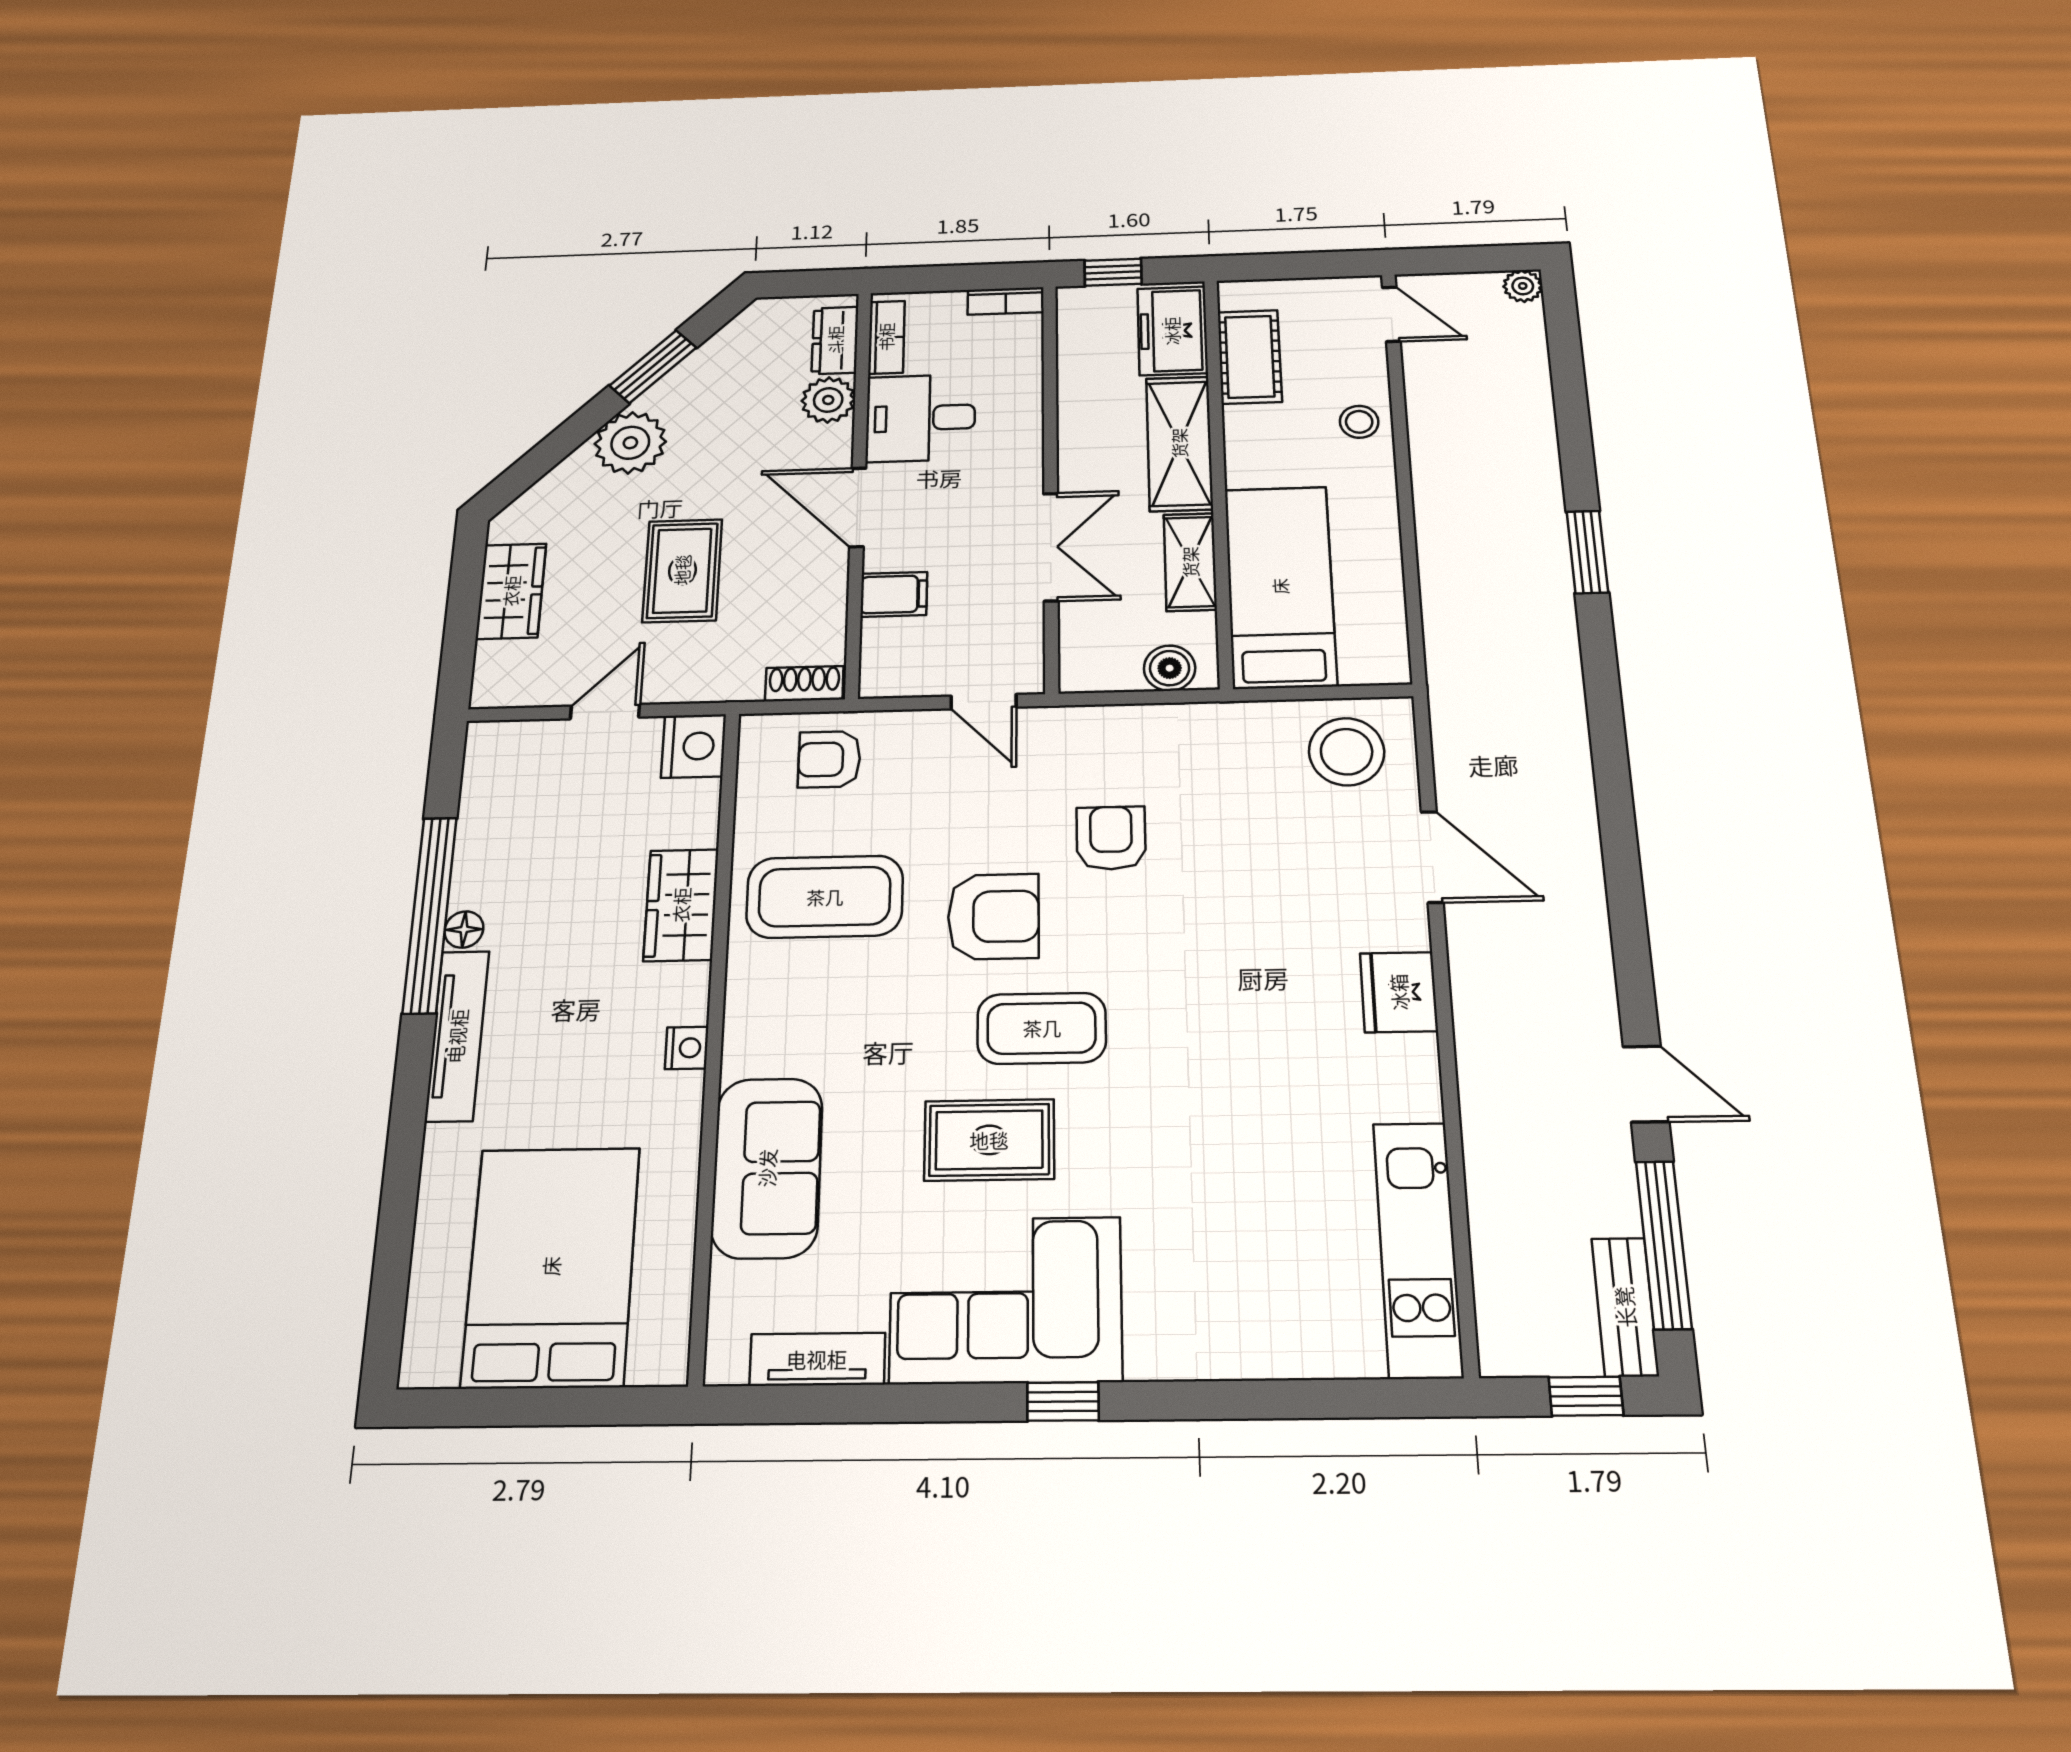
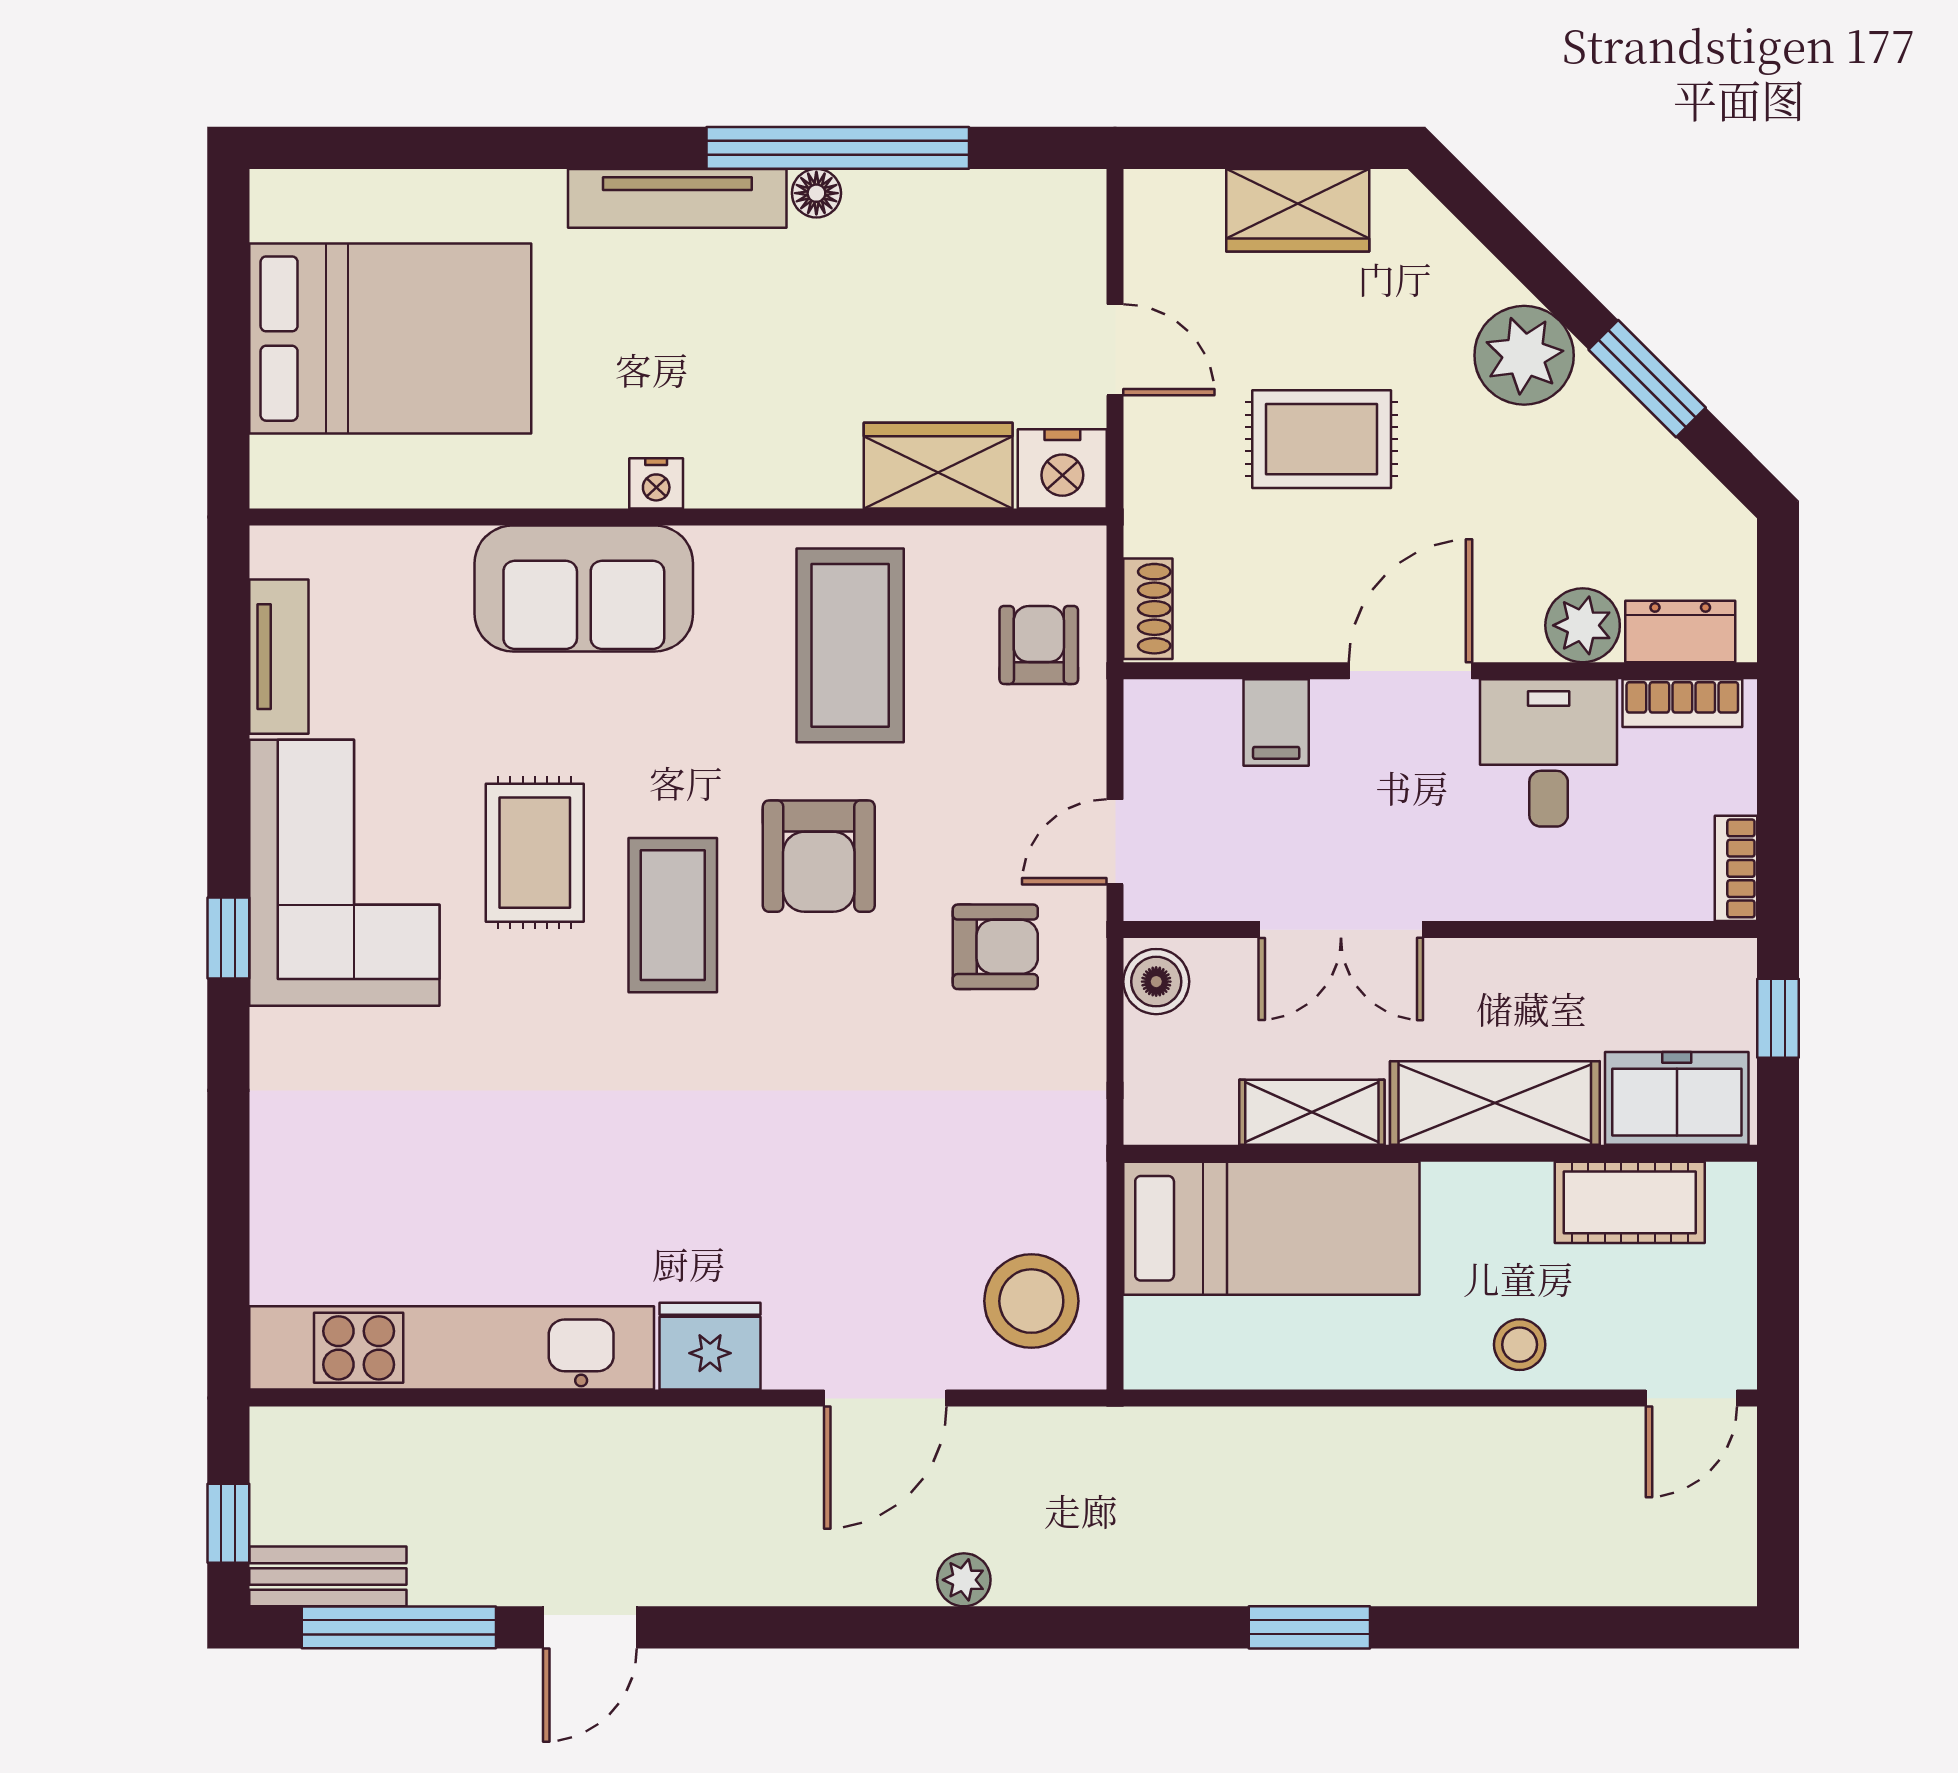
plant: (1523, 286) -> (964, 1580), moved
boiler: (1170, 668) -> (1156, 982), moved
armchair: (1111, 838) -> (995, 947), moved
wardrobe: (681, 905) -> (938, 466), moved
sofa: (767, 1168) -> (584, 588), moved
kitchen unit: (1418, 1249) -> (452, 1348), width x1.36

